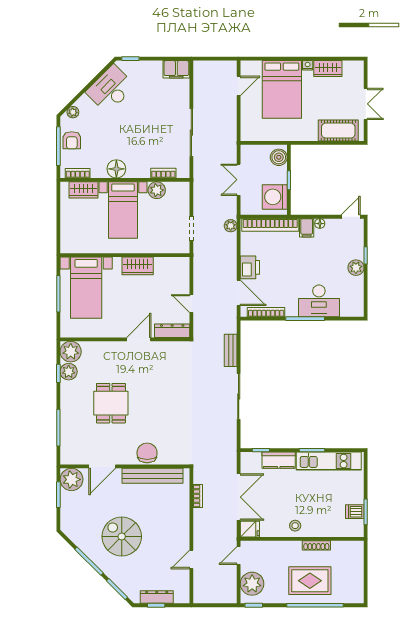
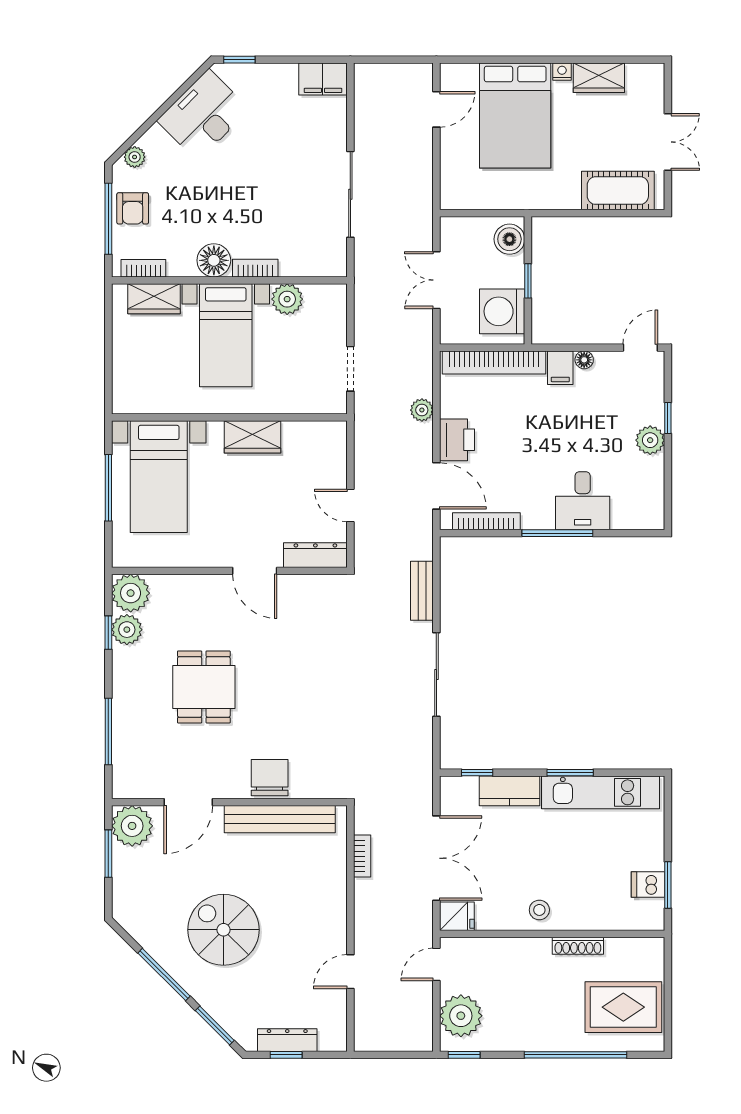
bookcase: (163, 173) -> (255, 268), moved
plant: (231, 226) -> (422, 410), moved
desk: (319, 301) -> (583, 501), width x0.73
door: (139, 339) -> (255, 571), swing flipped
rug: (310, 581) -> (623, 1007), moved

